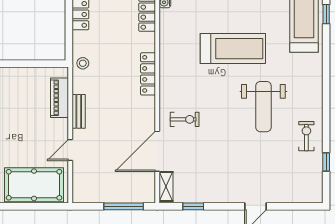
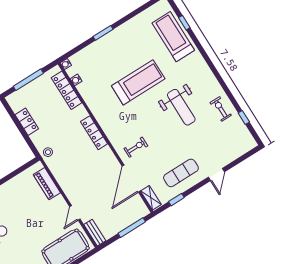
bench: (79, 111) -> (95, 233), moved
exercise mat: (217, 180) -> (181, 173), added

